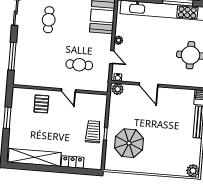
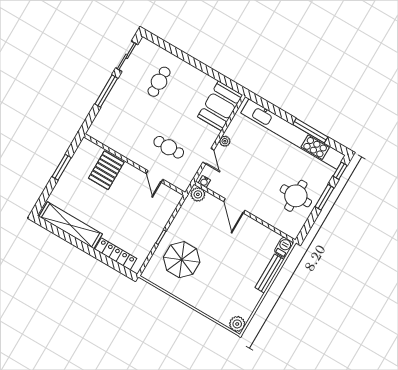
window: (12, 56) -> (106, 91), moved
door: (68, 90) -> (155, 176), moved
pallet: (41, 104) -> (106, 170), width x1.50, depth x1.42
trolley: (93, 132) -> (148, 228), removed
locker: (72, 162) -> (116, 254), width x1.53

